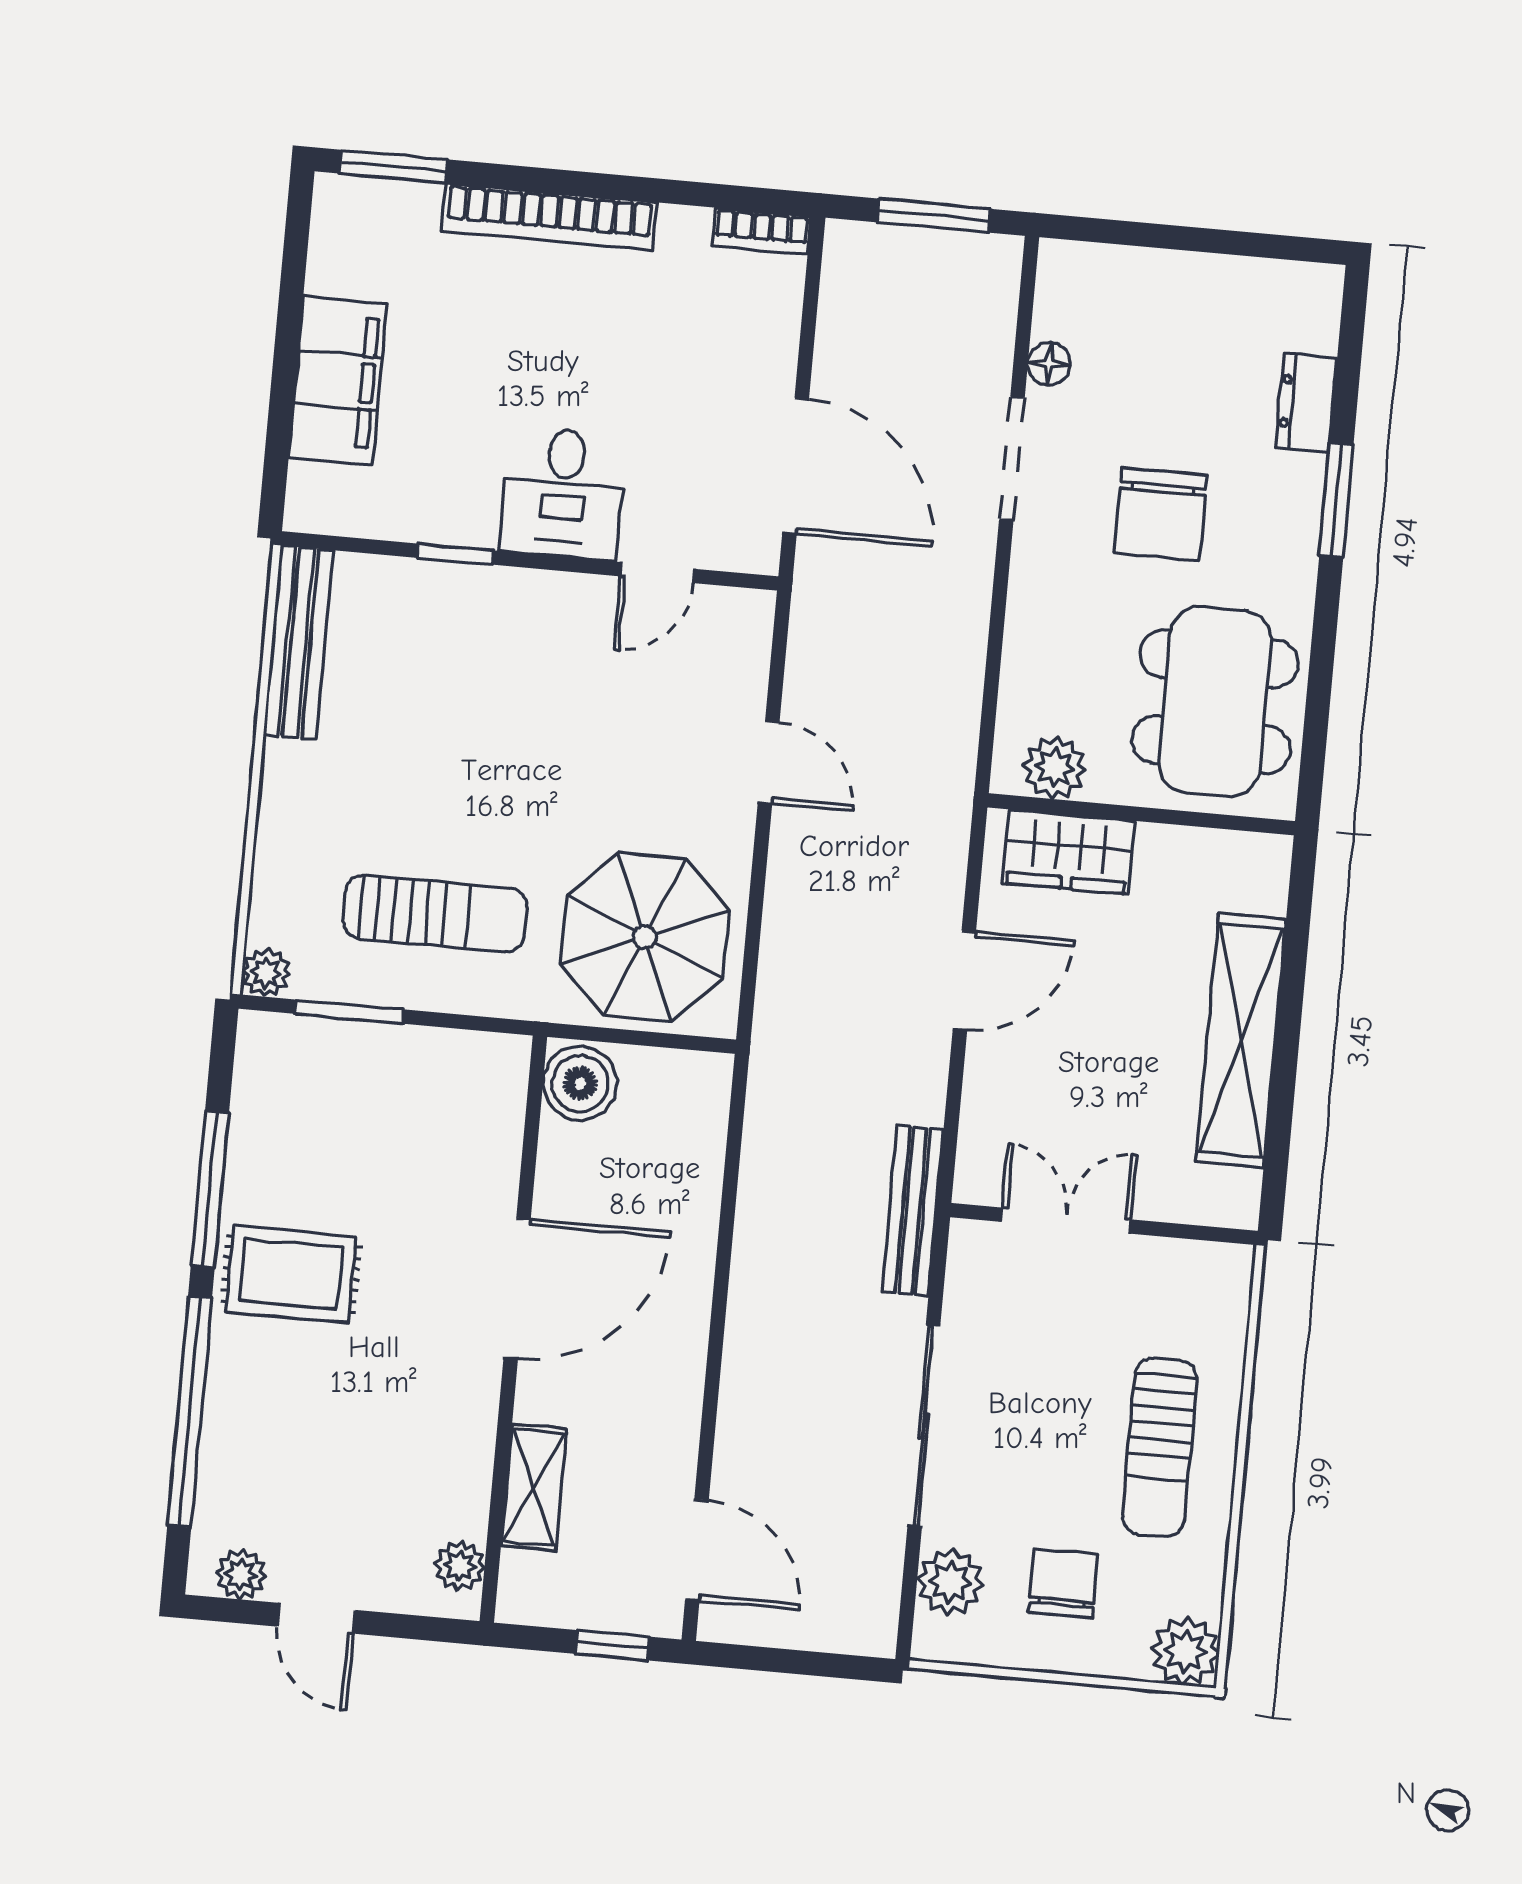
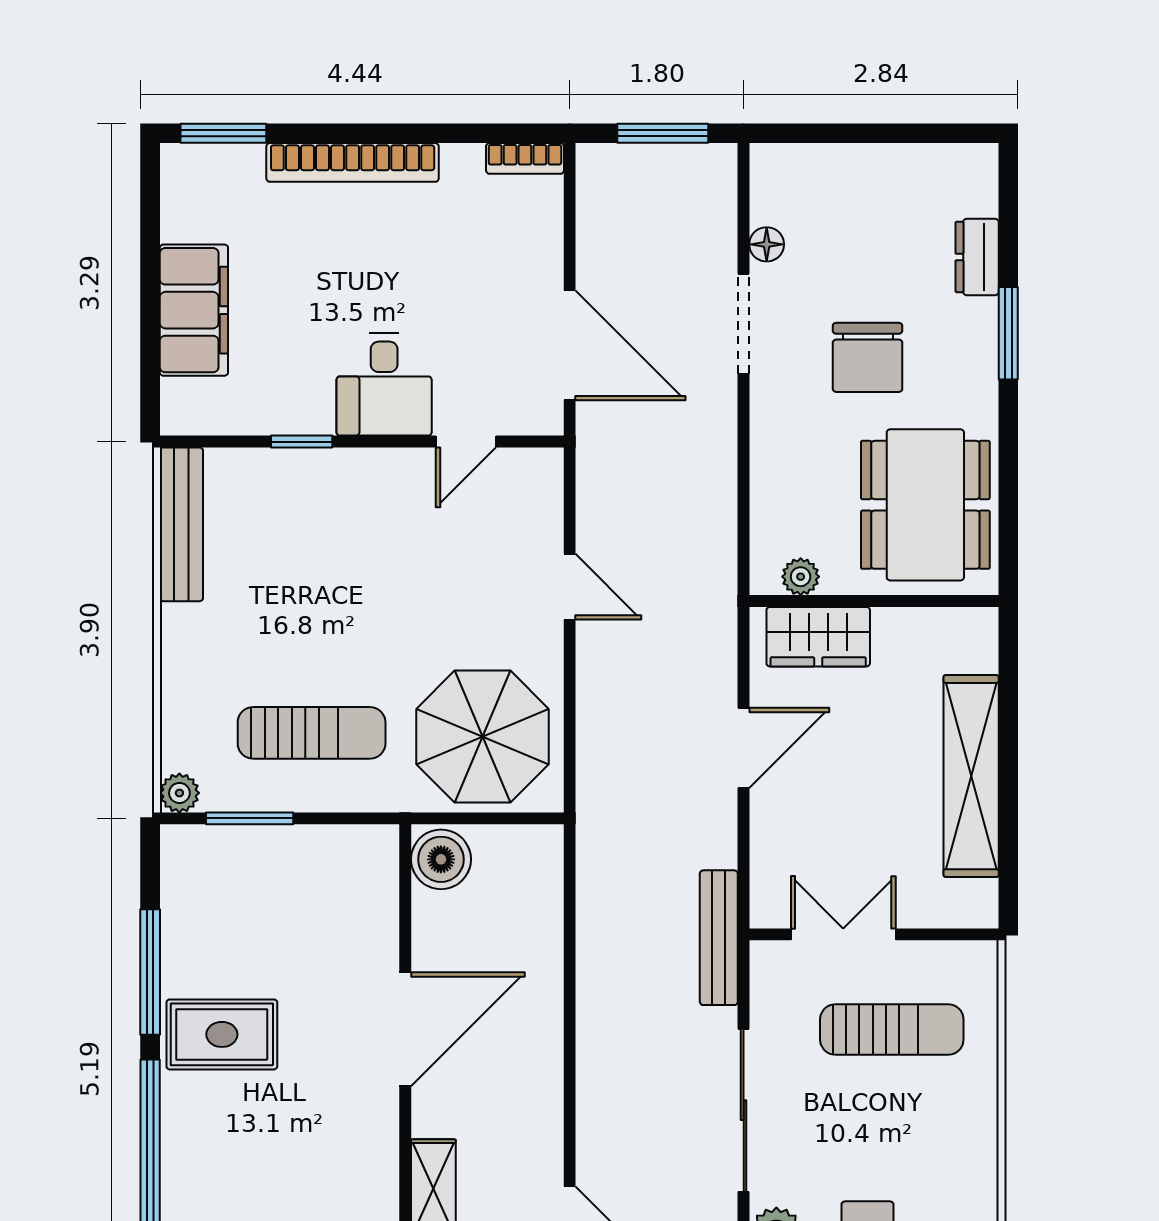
plant: (1054, 768) -> (801, 577), width x0.73, depth x0.73
sun lounger: (1160, 1447) -> (892, 1030), moved, turned -90

